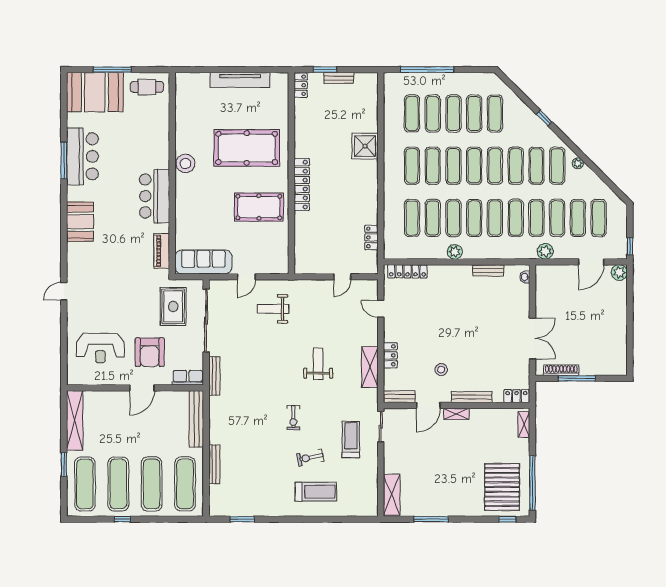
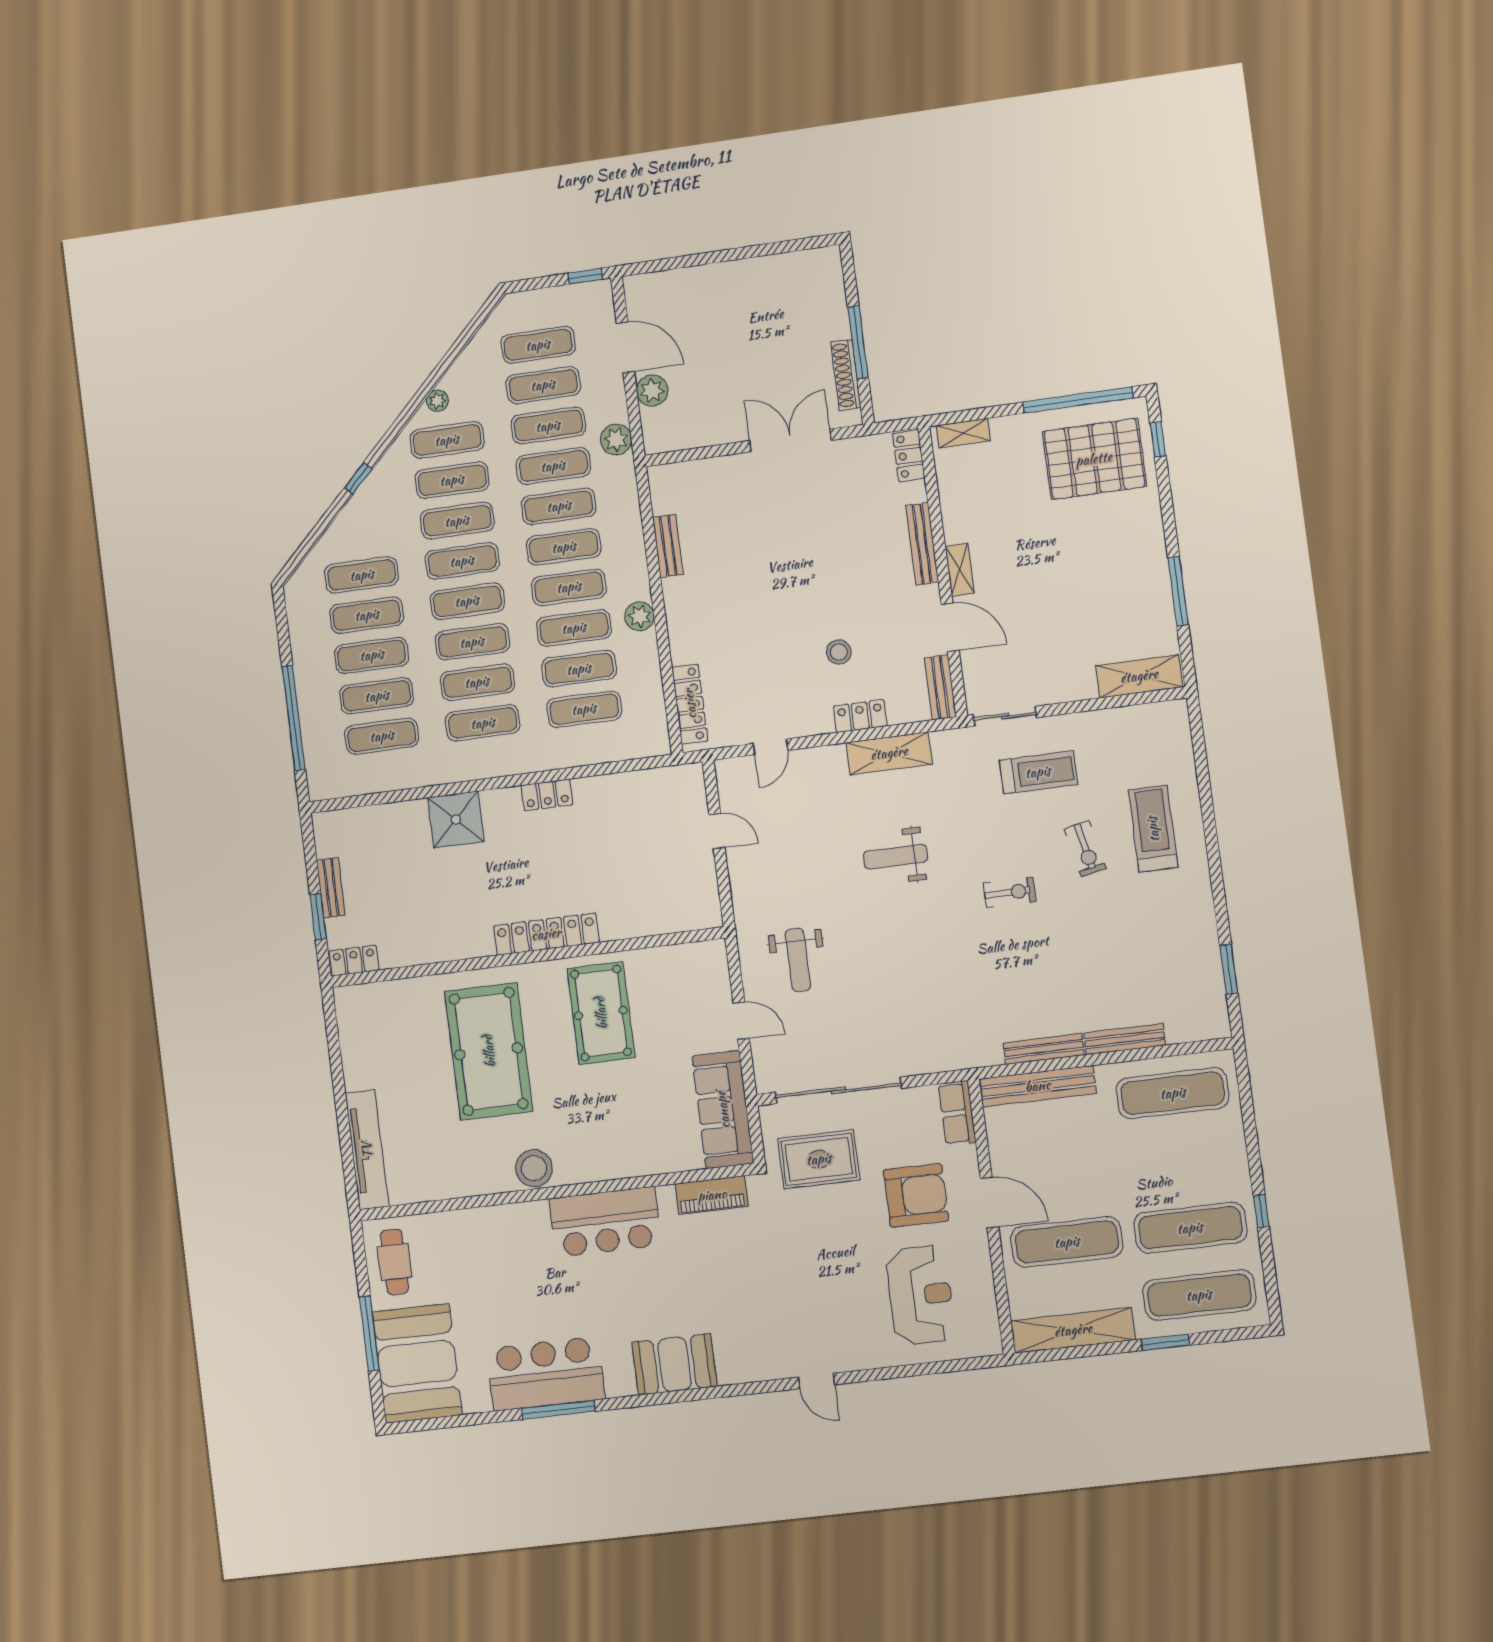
tv unit: (240, 80) -> (367, 1150), moved
locker: (371, 237) -> (547, 795), moved
plant: (619, 272) -> (652, 391), moved
washbasin: (525, 277) -> (671, 472), removed
stool: (441, 370) -> (839, 652), moved
bench: (214, 376) -> (1044, 1049), moved
treadmill: (351, 439) -> (1038, 772), turned 180
exercise mat: (152, 484) -> (1067, 1242), moved

